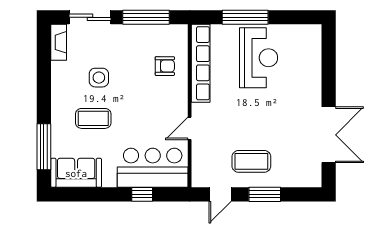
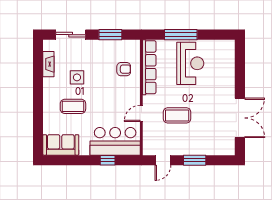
window: (146, 17) -> (110, 35), width x0.69
fireplace: (59, 42) -> (48, 64), moved
window: (44, 147) -> (38, 126), removed
coffee table: (251, 161) -> (177, 115), moved

